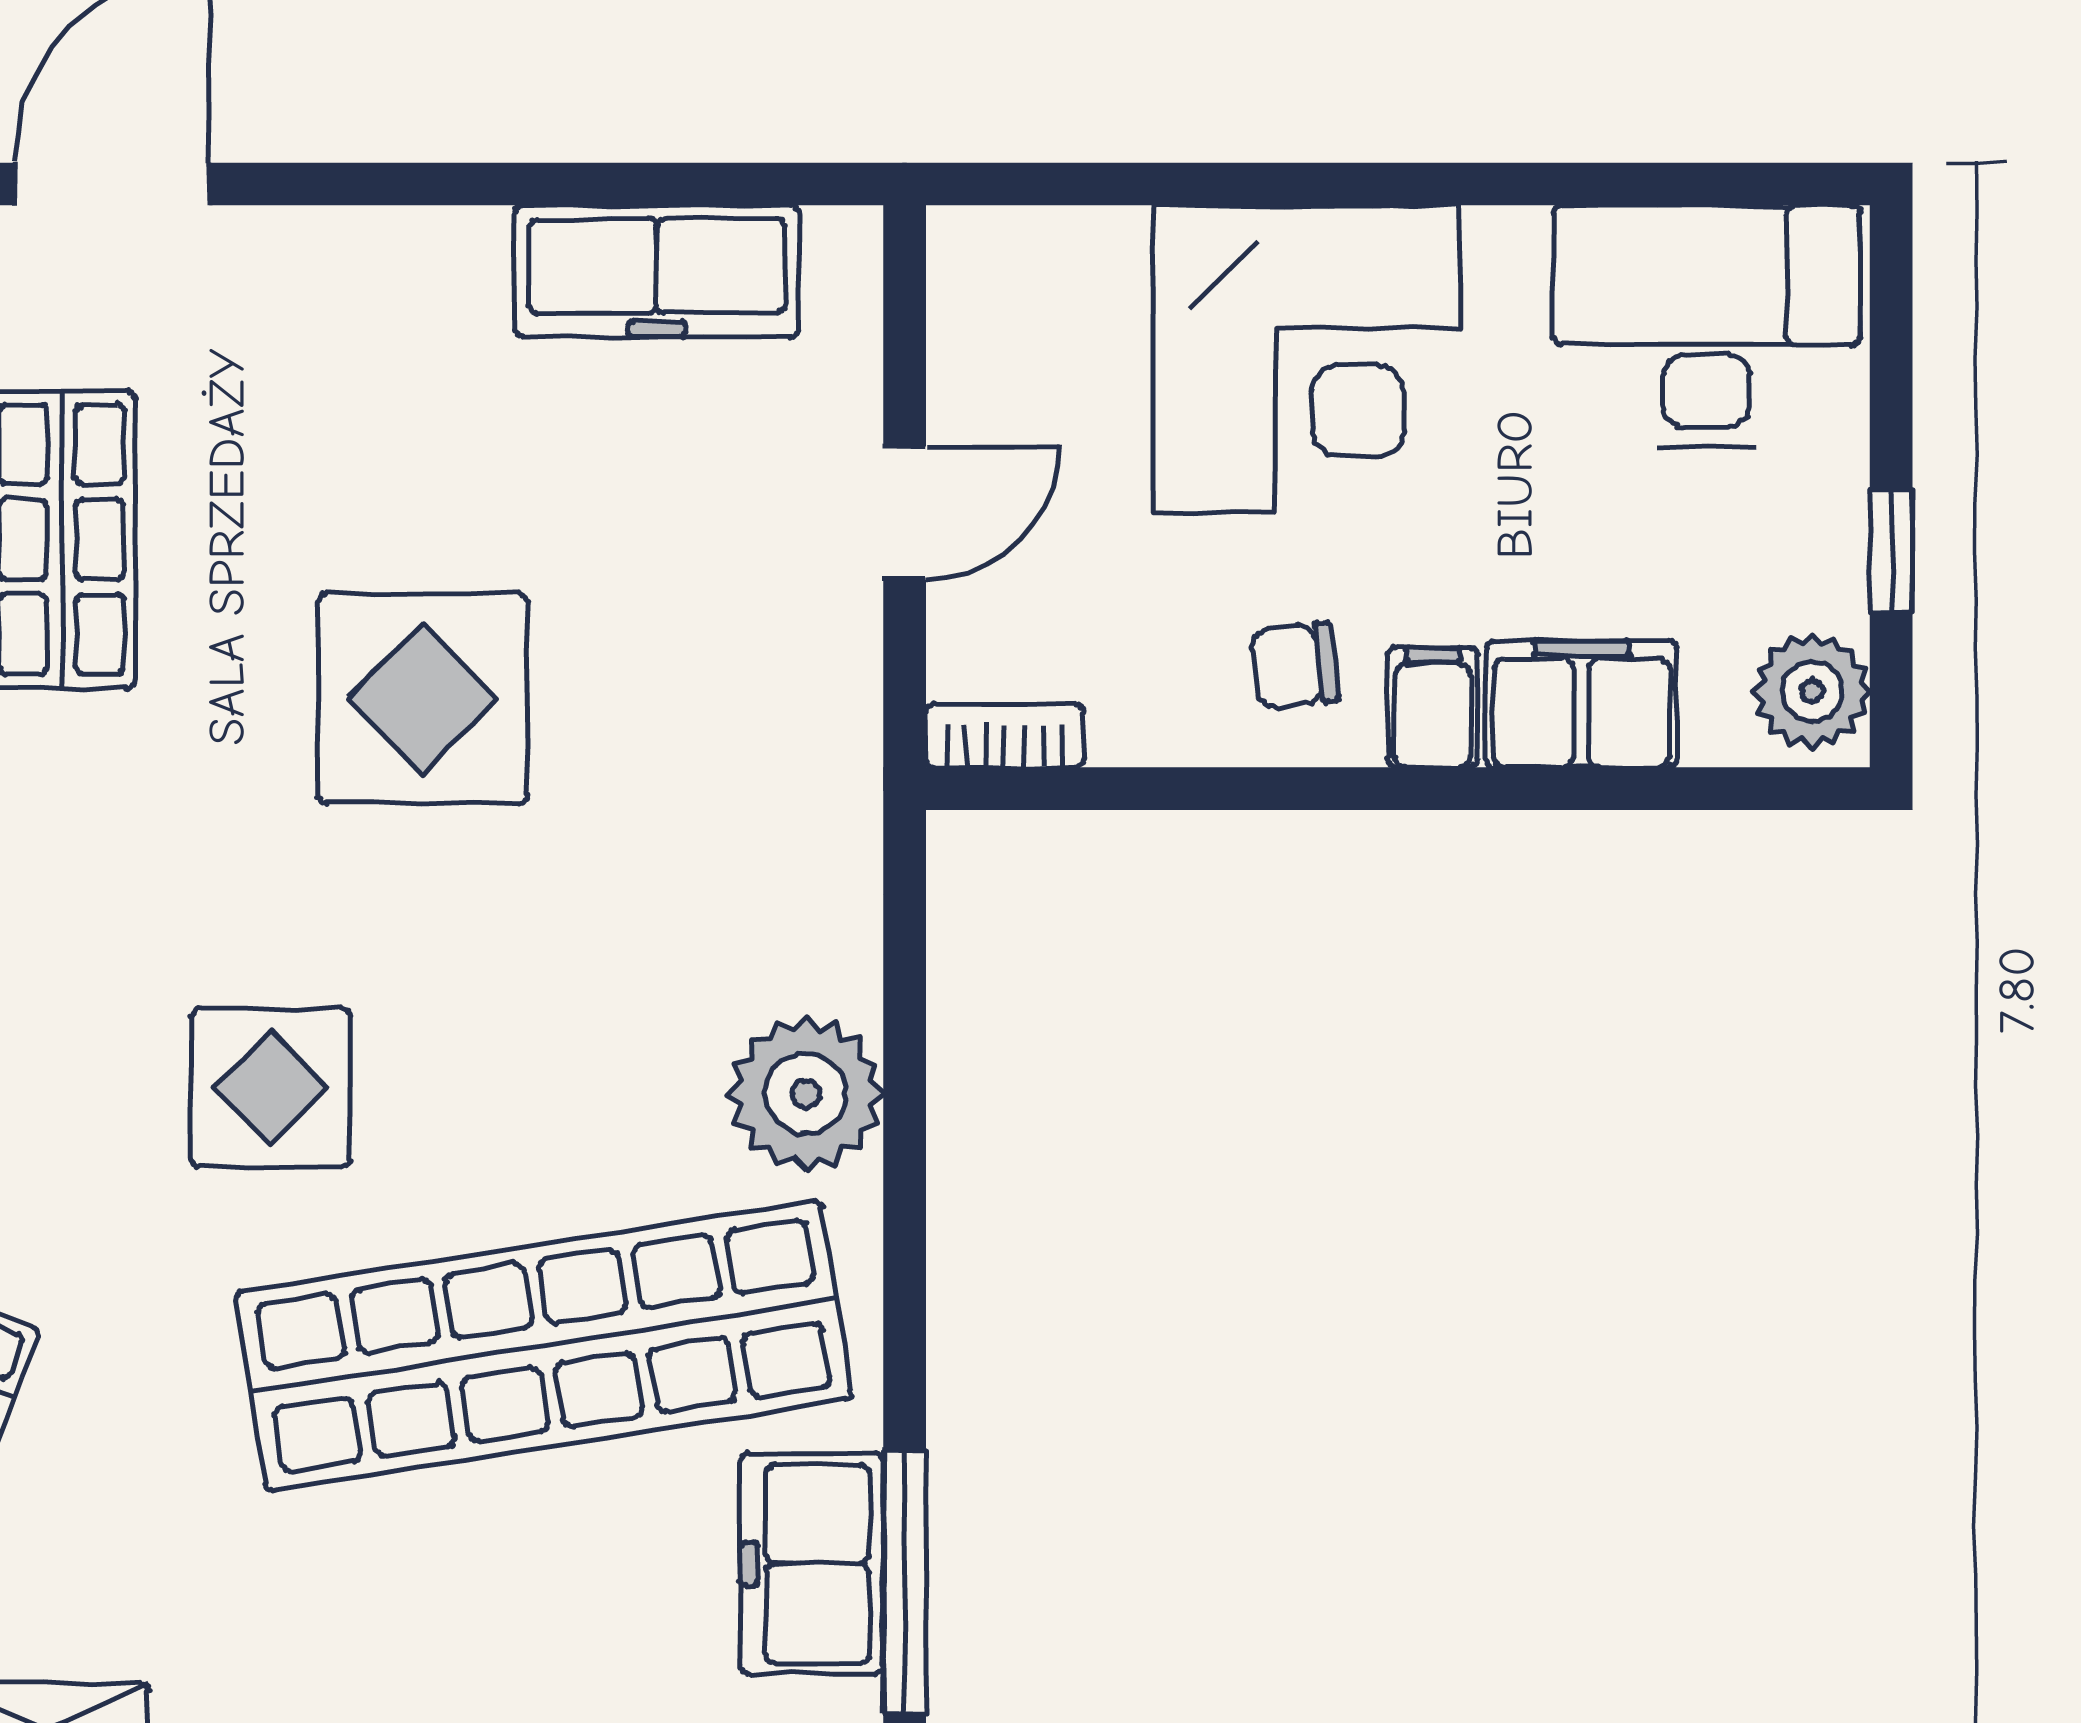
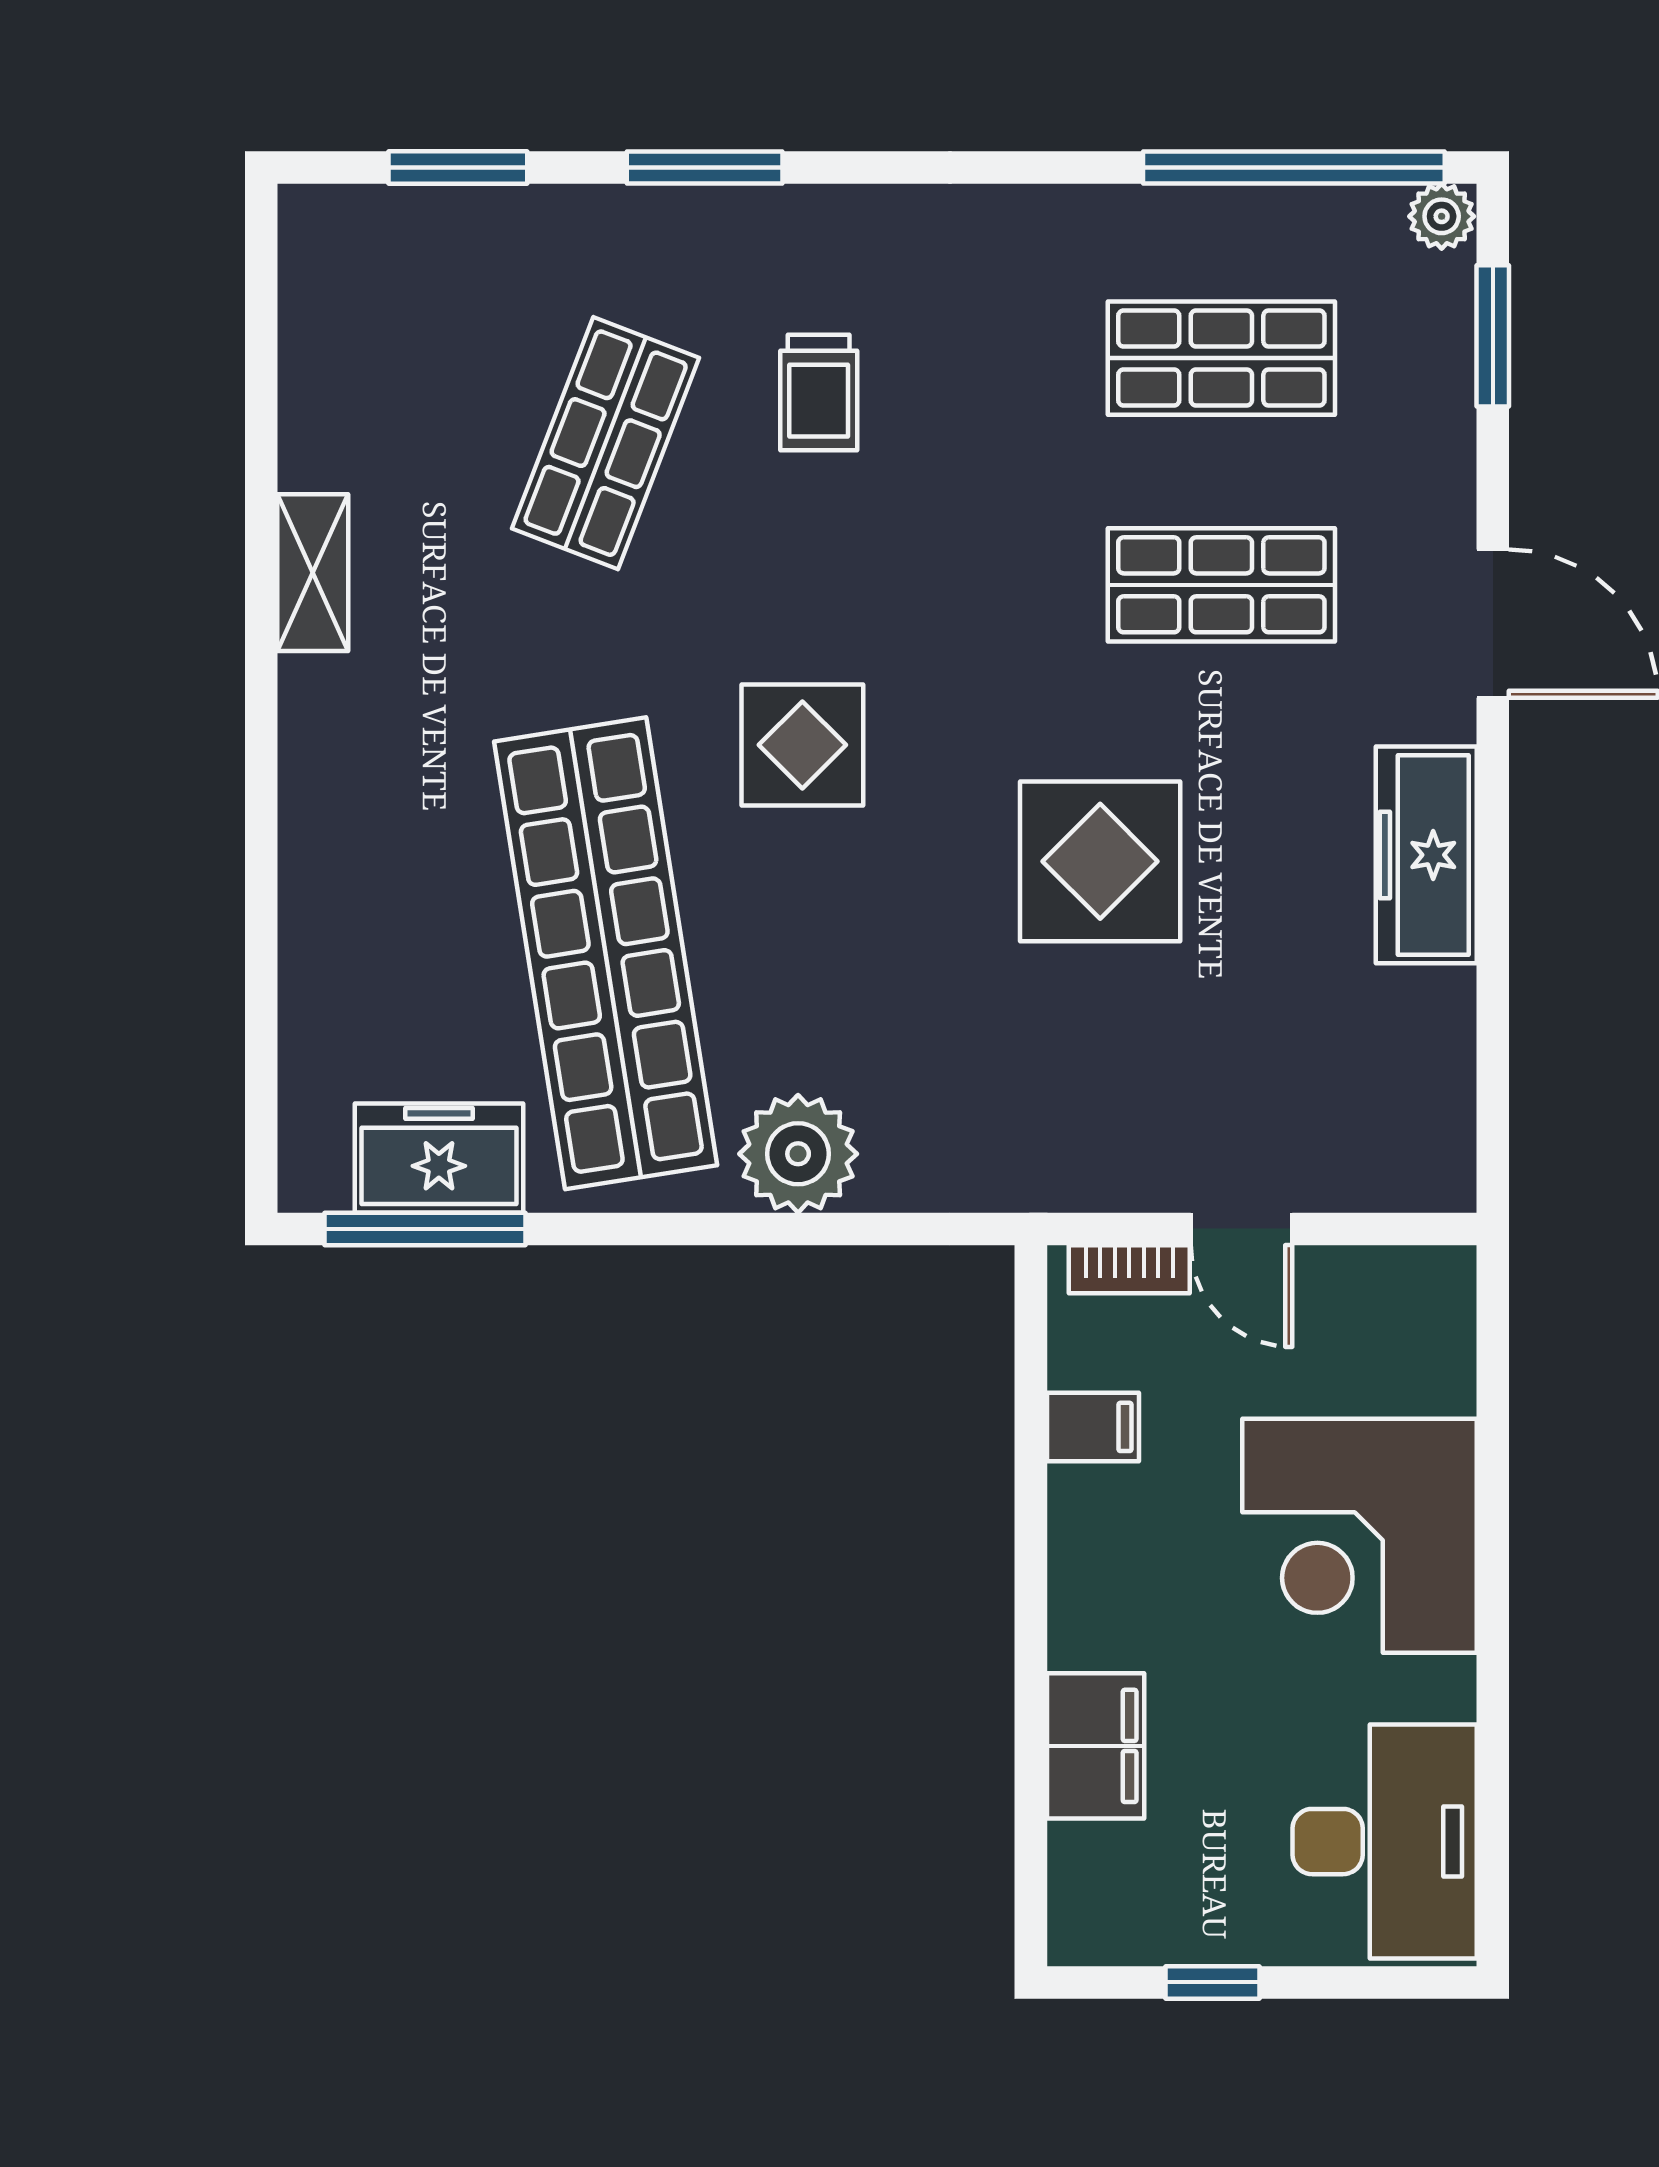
freezer: (657, 271) -> (1426, 855), moved
chair: (1295, 665) -> (1125, 1527), removed
plant: (1812, 691) -> (1105, 1922), removed
filing cabinet: (1433, 707) -> (1093, 1427), moved
bookcase: (1005, 736) -> (1129, 1269), moved, turned 90

